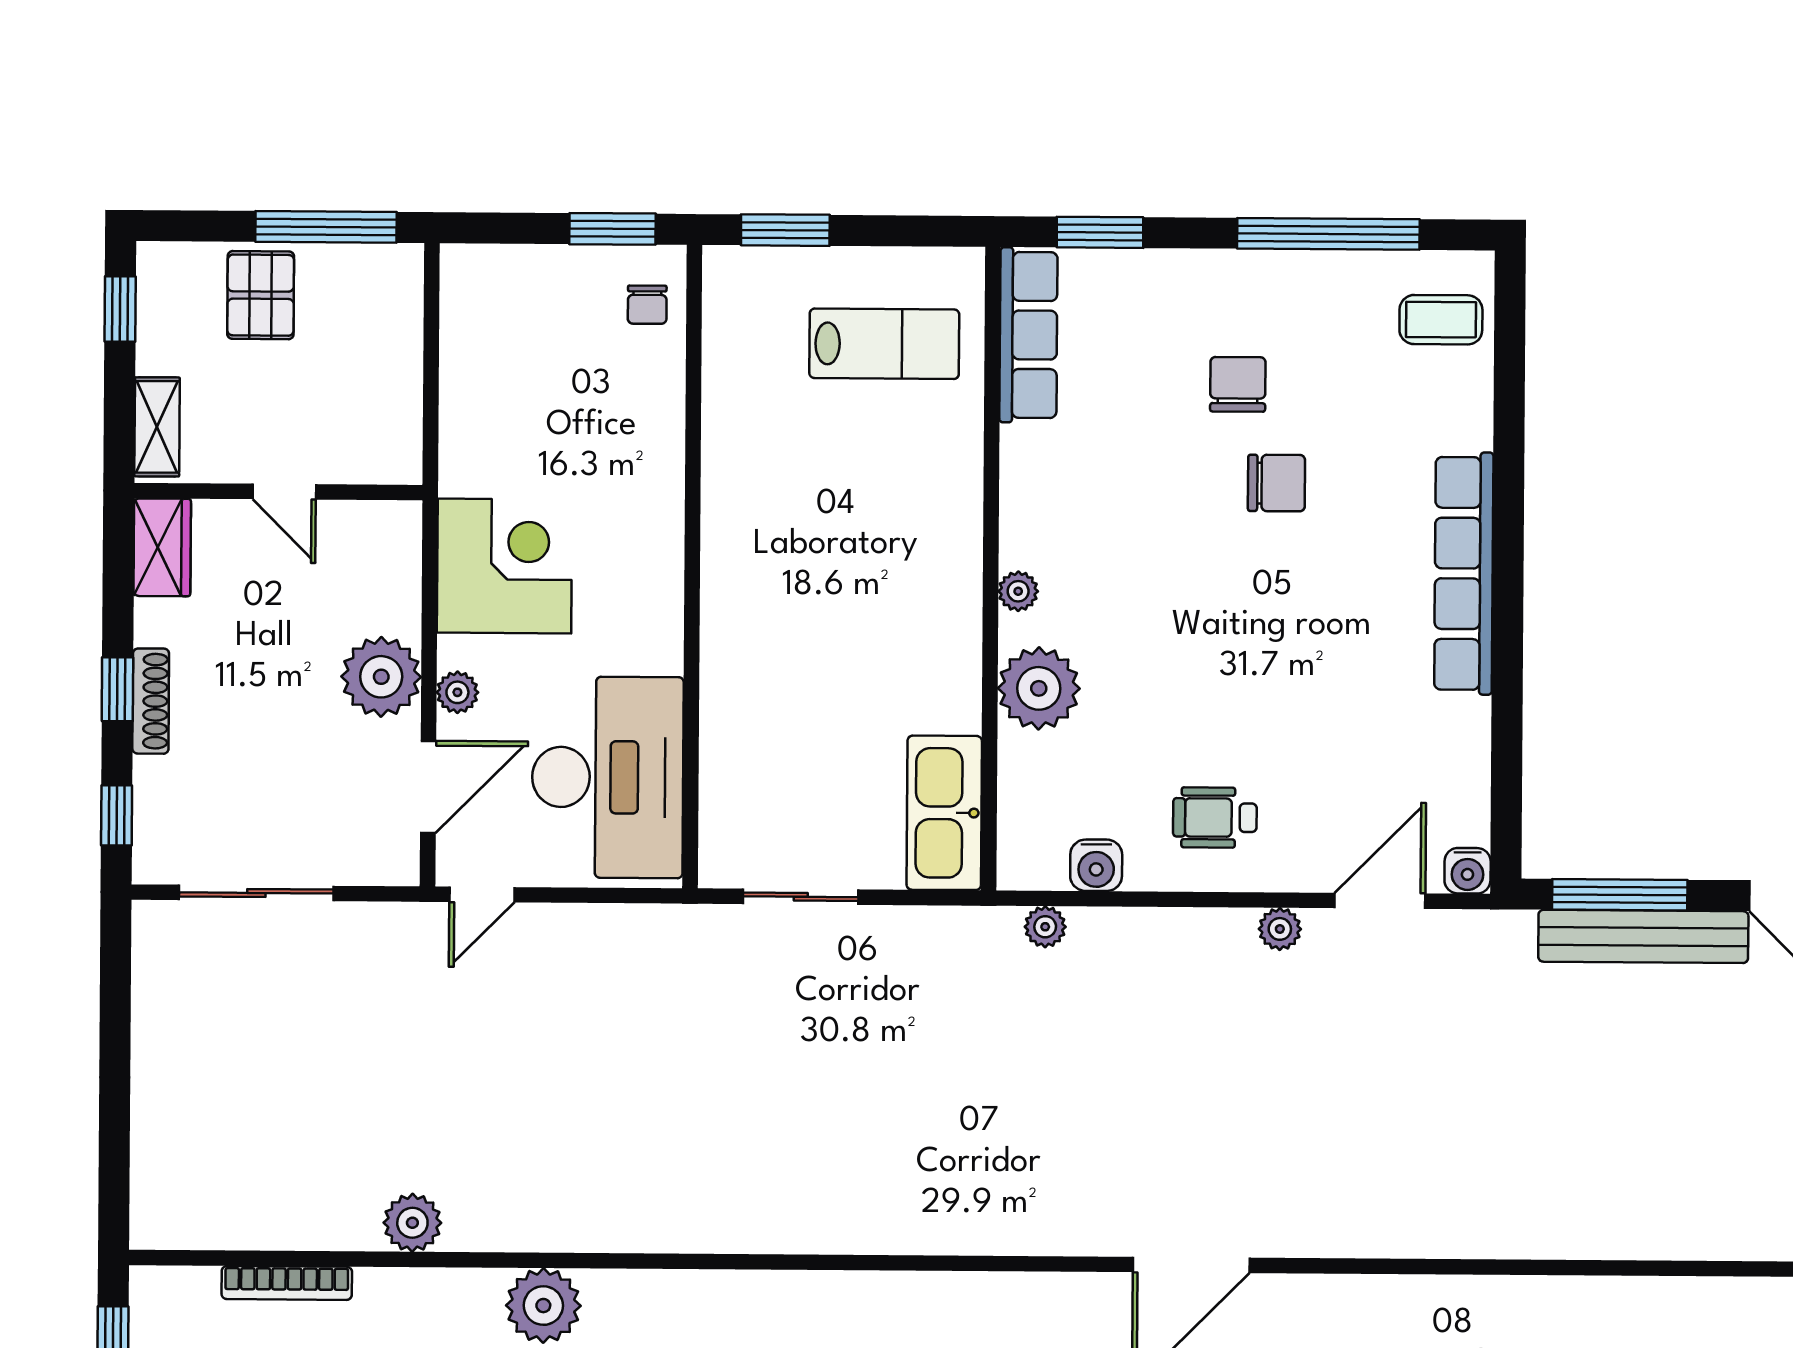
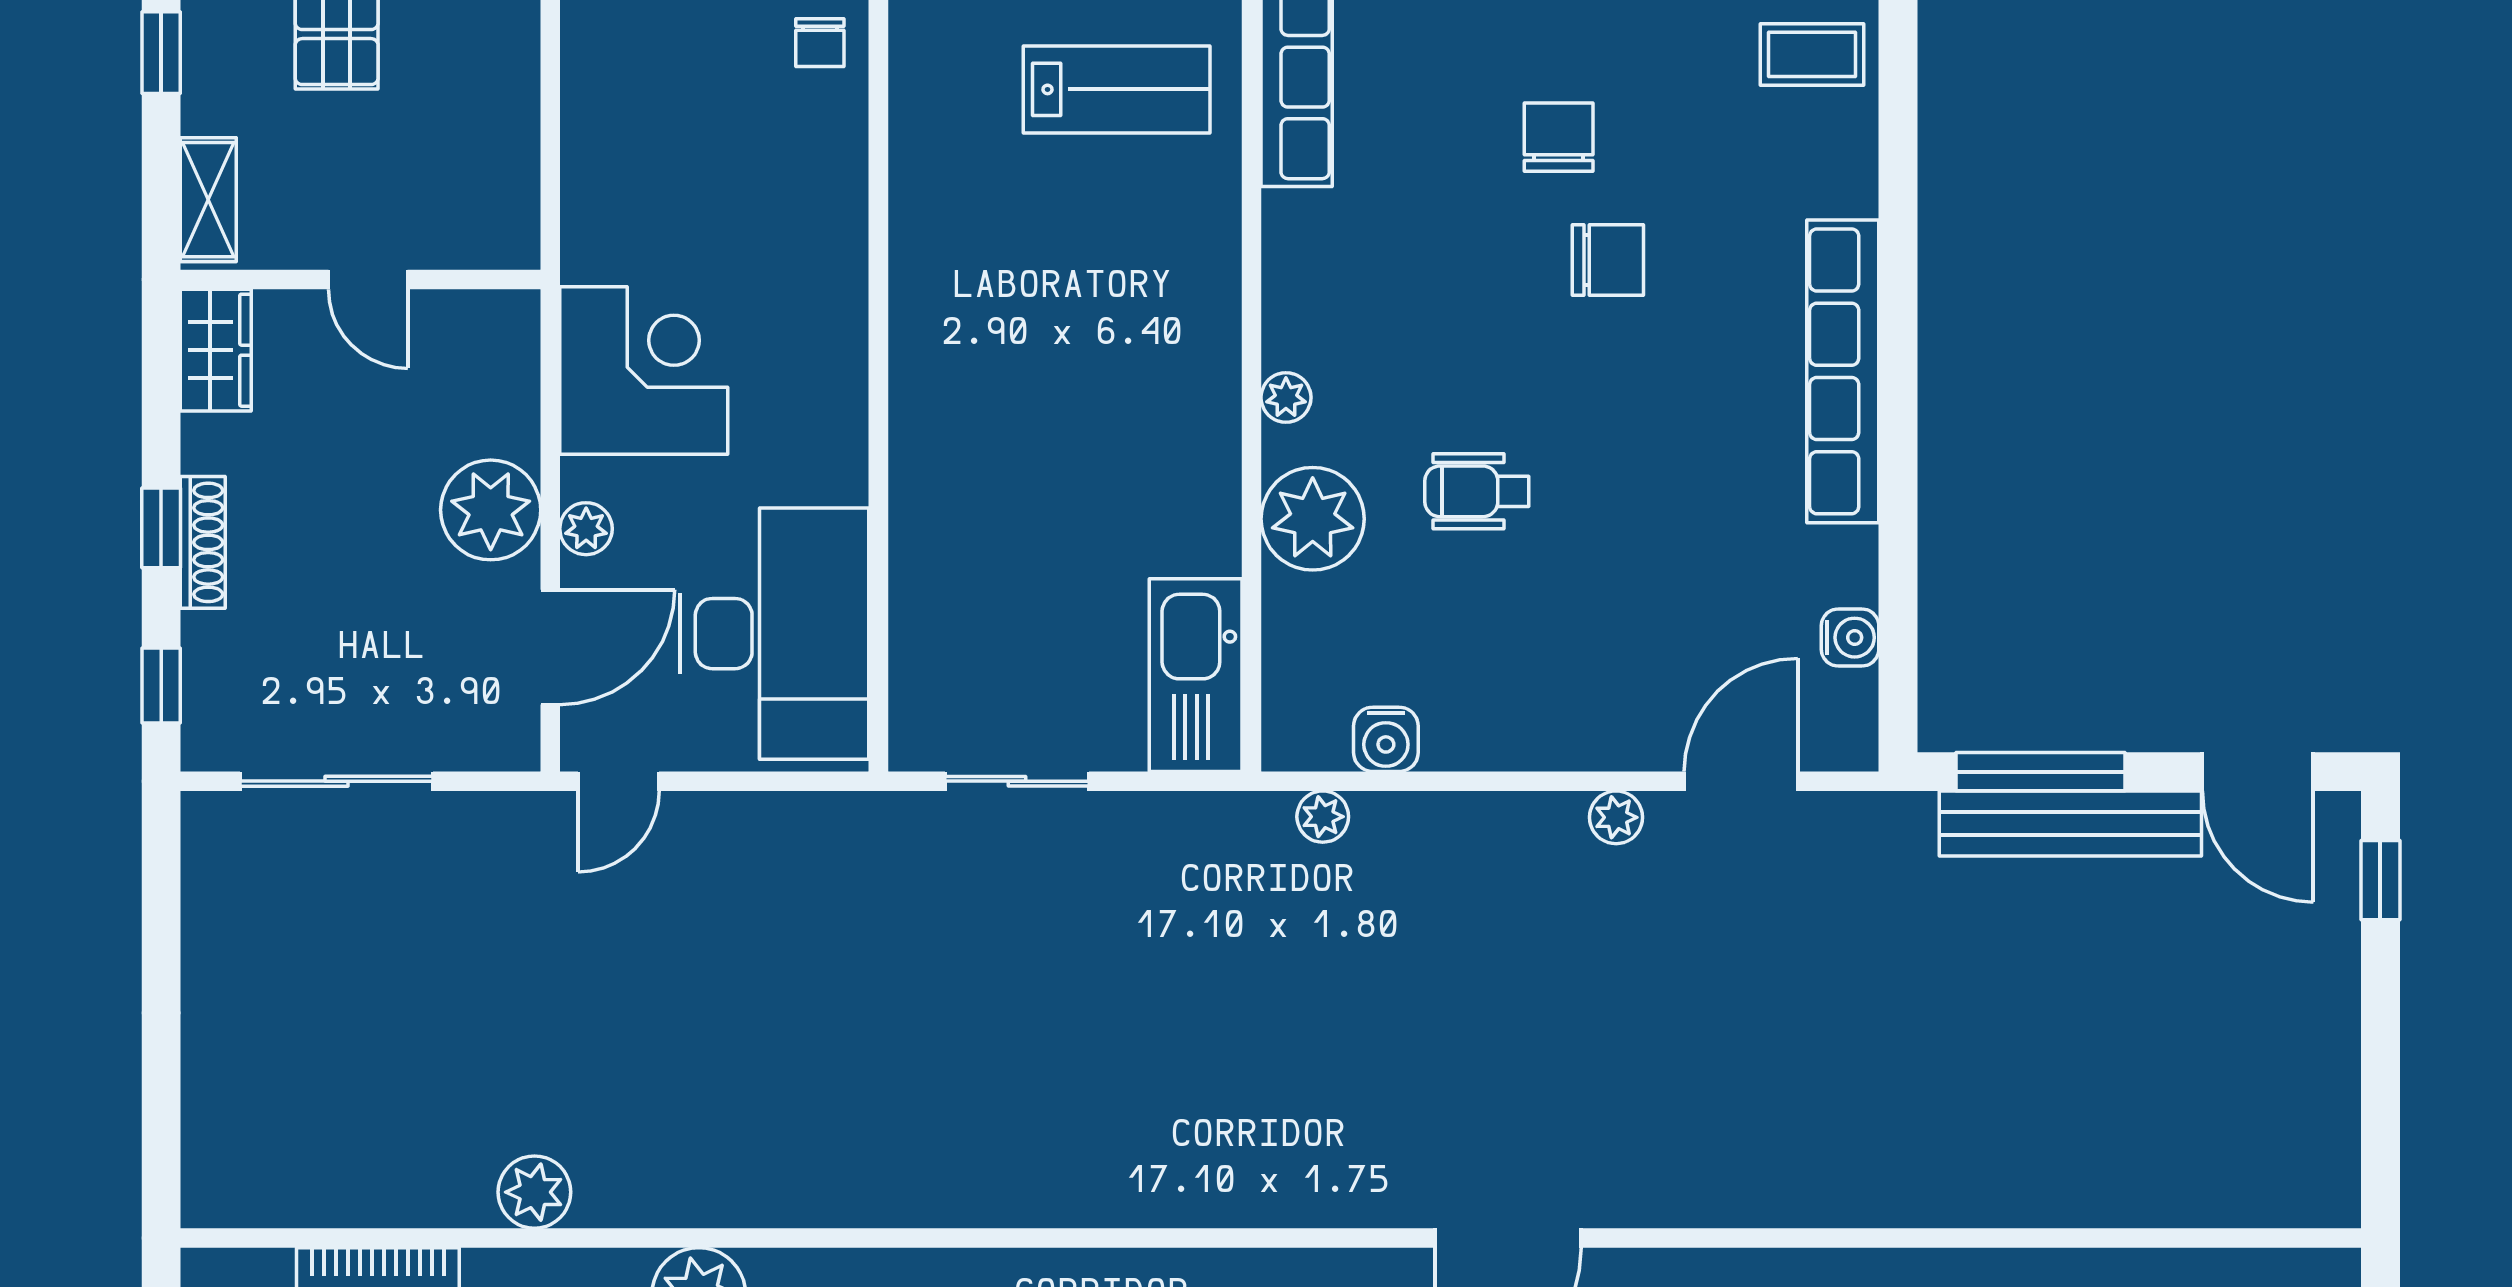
wheelchair: (1215, 818) -> (1477, 491), moved
water cooler: (1468, 871) -> (1850, 638), moved, turned -90

